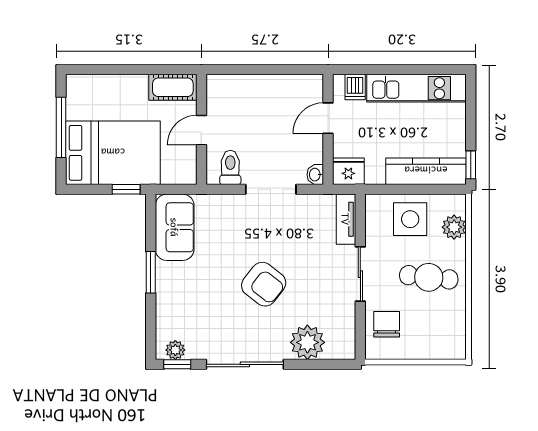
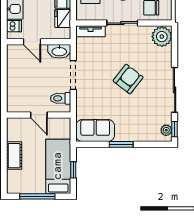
cot: (173, 87) -> (14, 156), moved
bed: (113, 153) -> (58, 166), width x0.67
fridge: (348, 171) -> (63, 18), moved
washbasin: (315, 175) -> (59, 51), width x1.91, depth x1.45
window: (126, 189) -> (73, 170), moved
plant: (307, 342) -> (162, 37), moved

